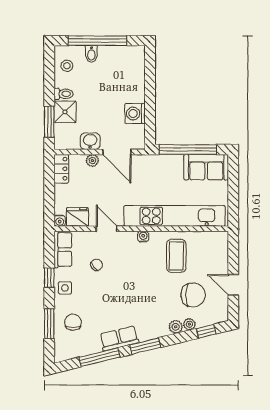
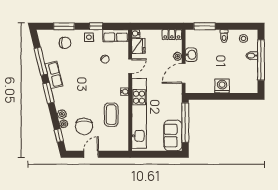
shower: (65, 112) -> (211, 37), removed
washing machine: (135, 114) -> (222, 86), moved
coffee table: (176, 256) -> (111, 115), turned 90

